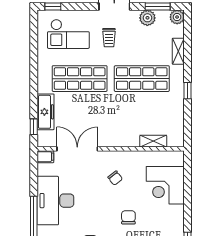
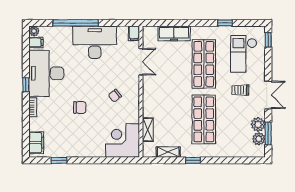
plant: (177, 17) -> (259, 139), moved
shelving: (178, 51) -> (168, 152), moved
window: (34, 127) -> (225, 23), moved
double door: (77, 149) -> (141, 62), width x0.73
corner desk: (165, 185) -> (123, 140), moved

